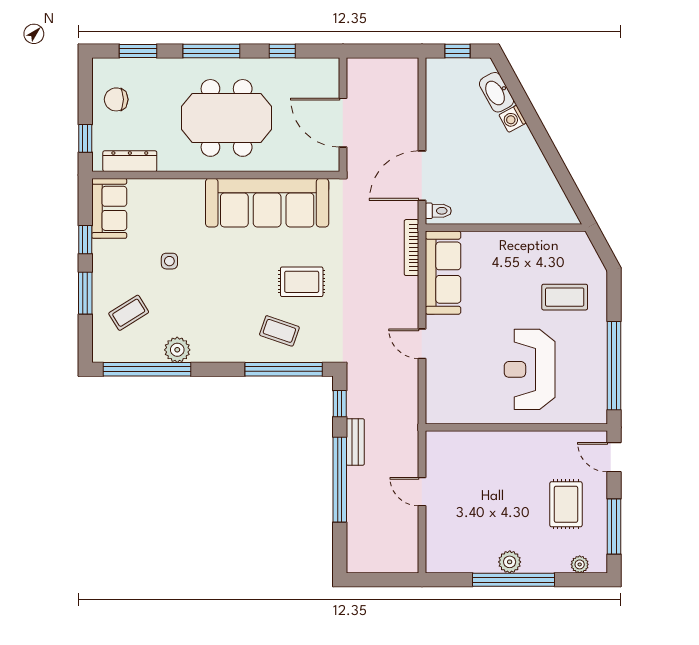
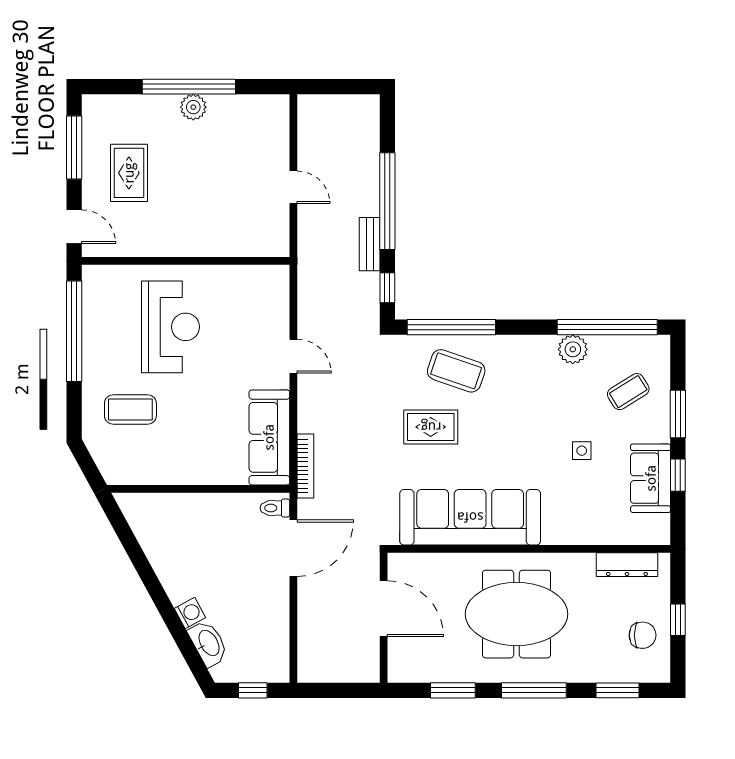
window: (282, 51) -> (453, 690), width x1.50
window: (85, 138) -> (678, 620), moved
sofa: (109, 208) -> (651, 478), moved
coffee table: (279, 331) -> (456, 371), width x1.36, depth x1.30
plant: (580, 564) -> (113, 104), removed

